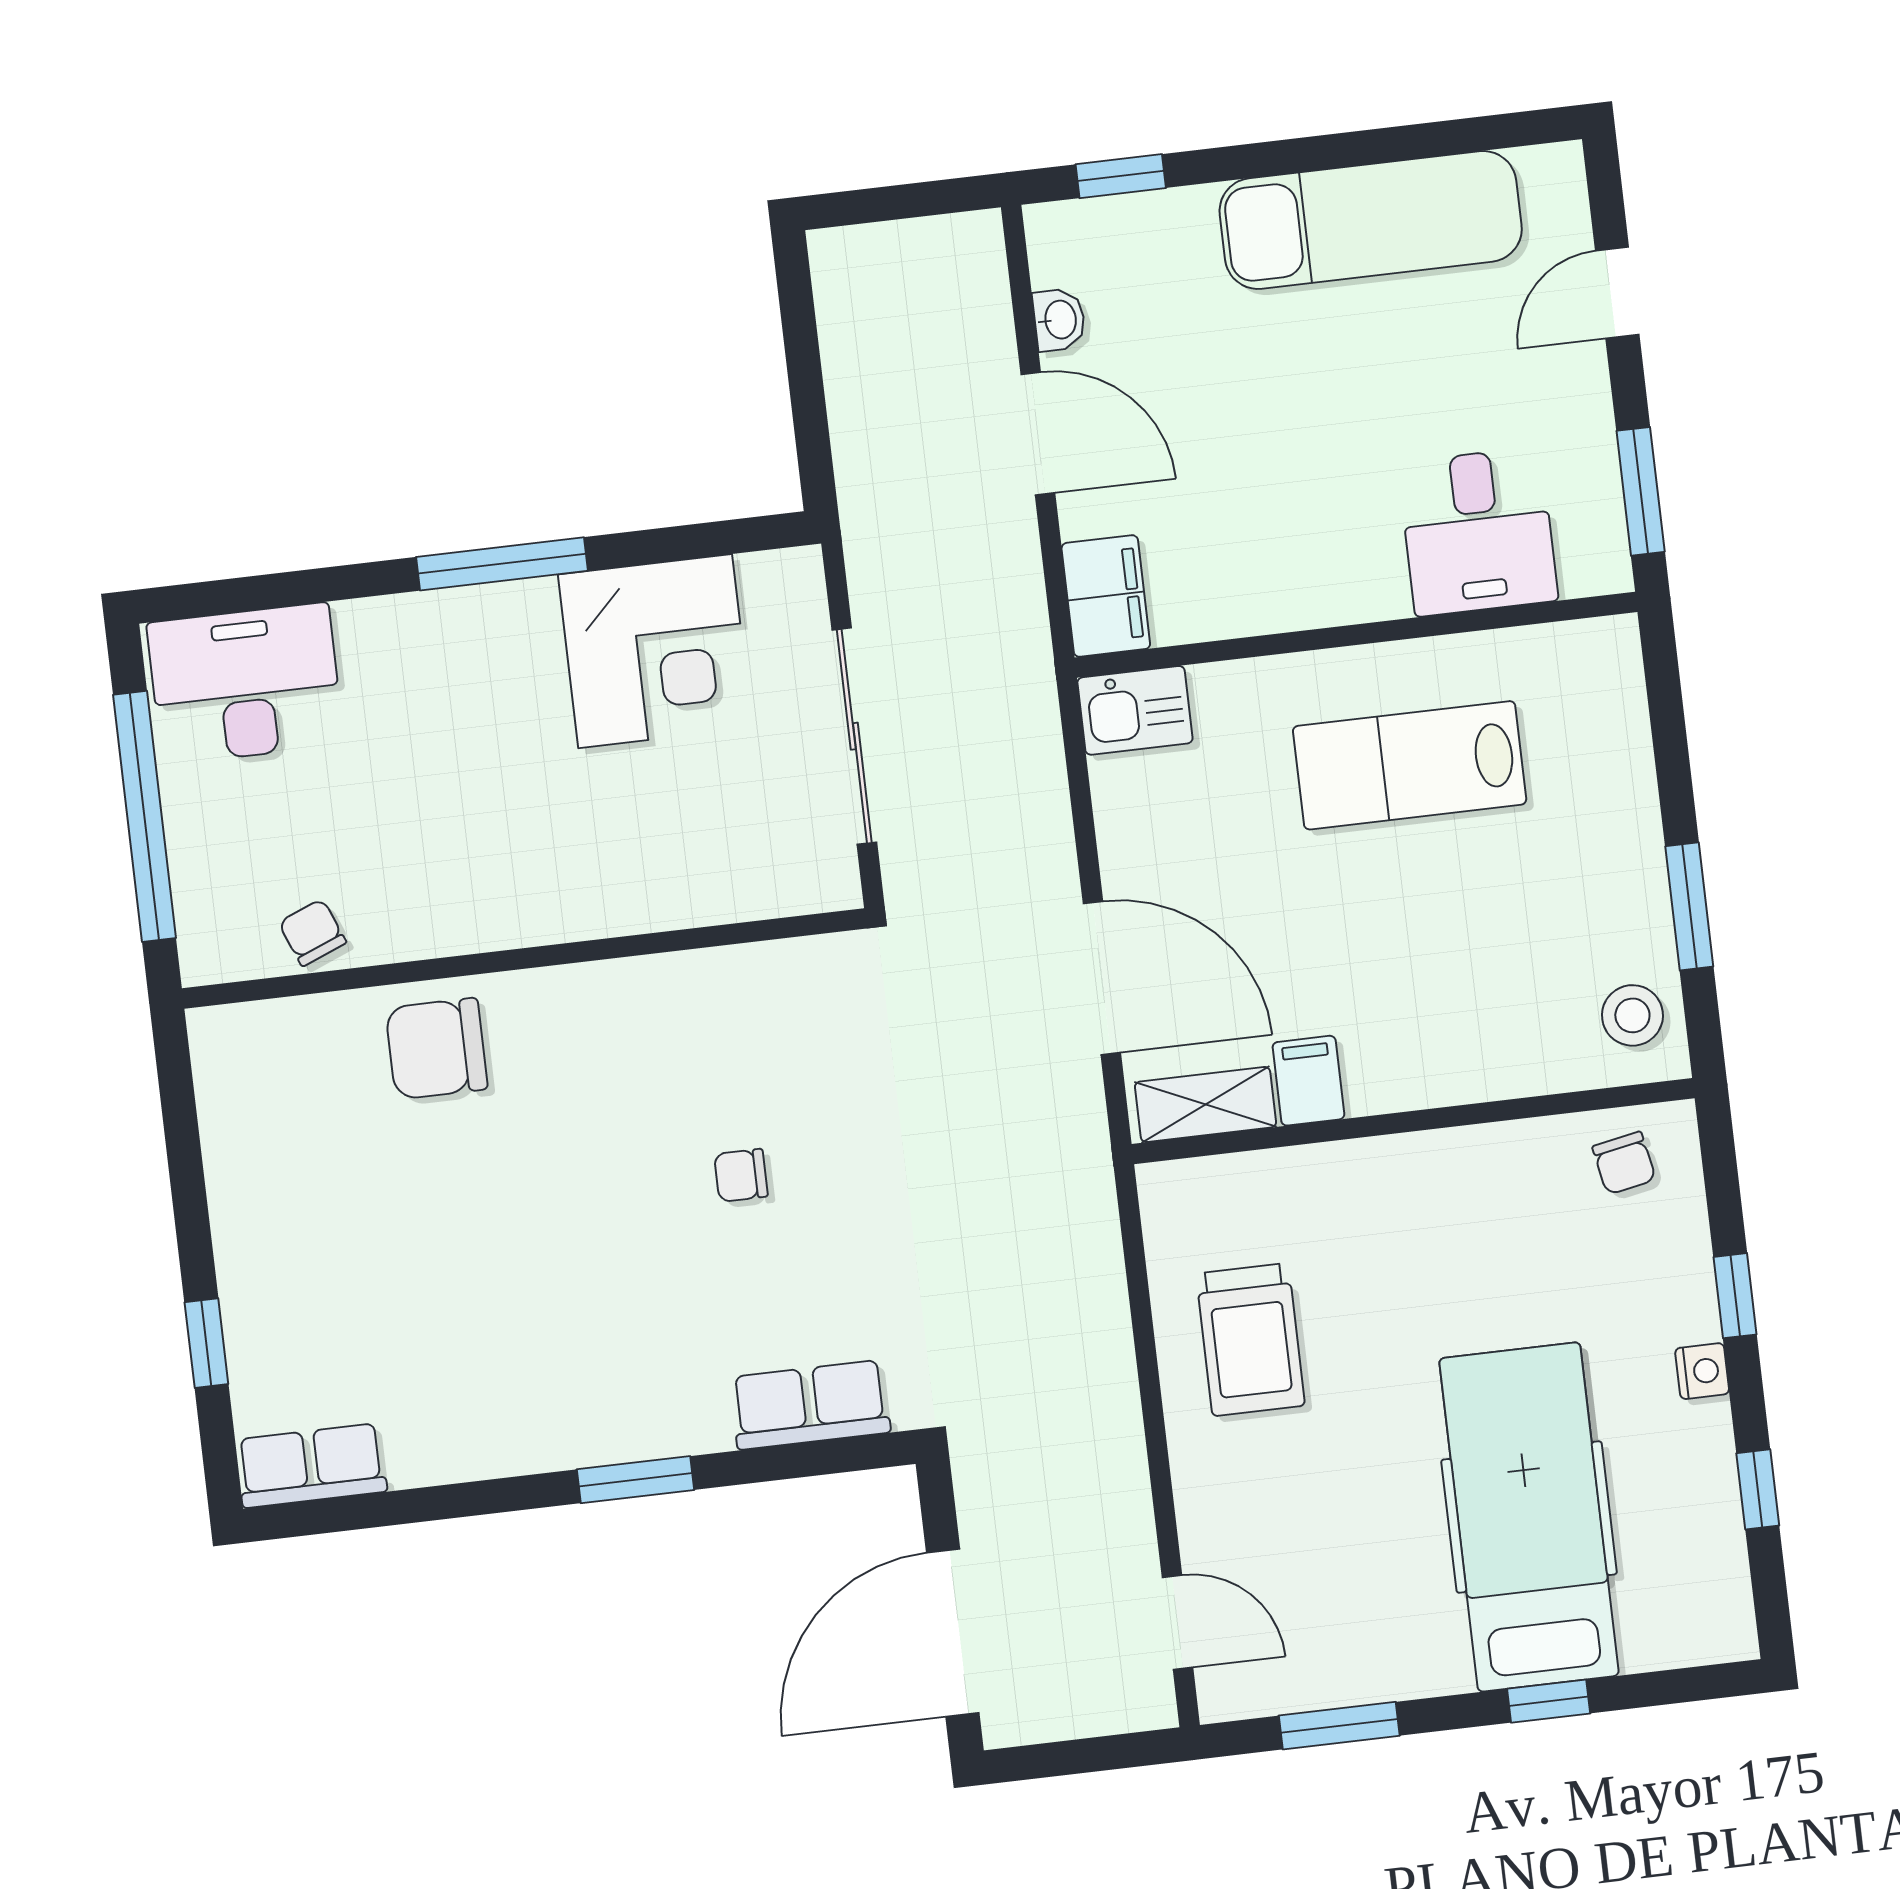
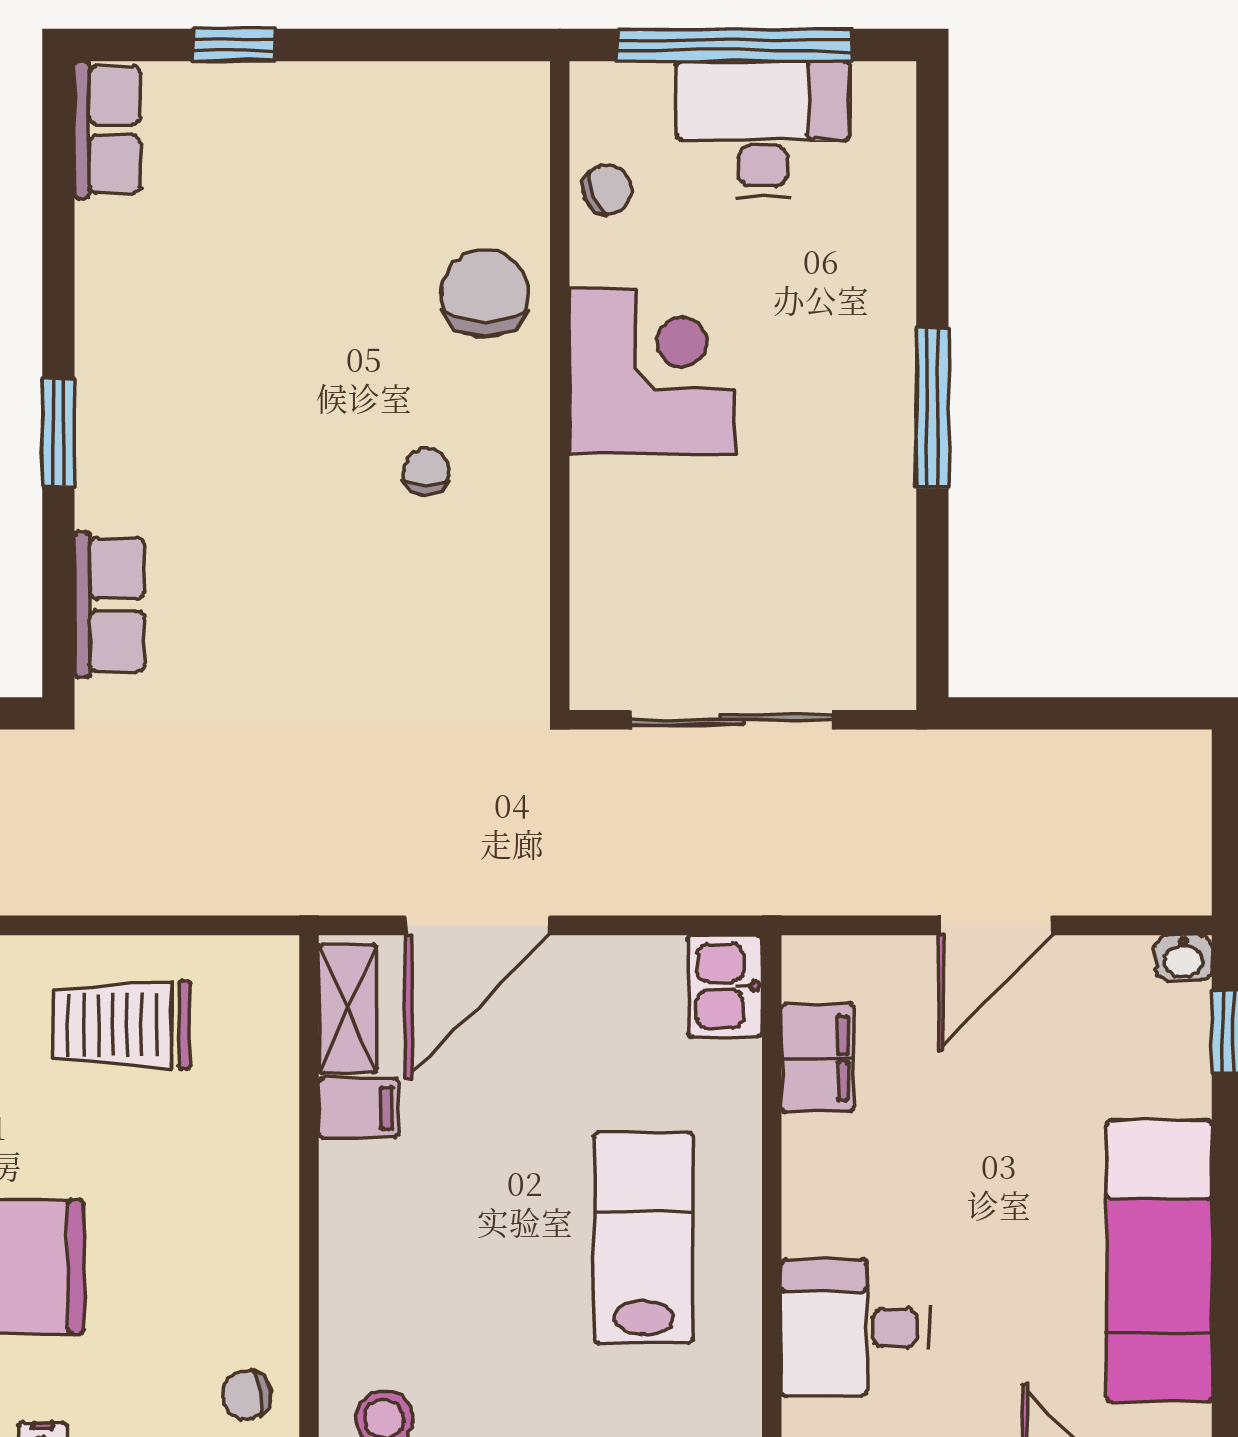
washbasin: (1059, 320) -> (1184, 958), moved
filing cabinet: (1106, 596) -> (818, 1058), moved, turned -90
corner desk: (655, 651) -> (652, 372), moved, turned 180
desk: (245, 684) -> (763, 129), moved, turned -90
chair: (741, 1175) -> (426, 472), moved

